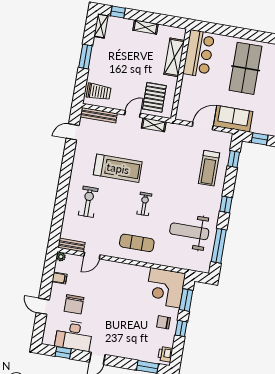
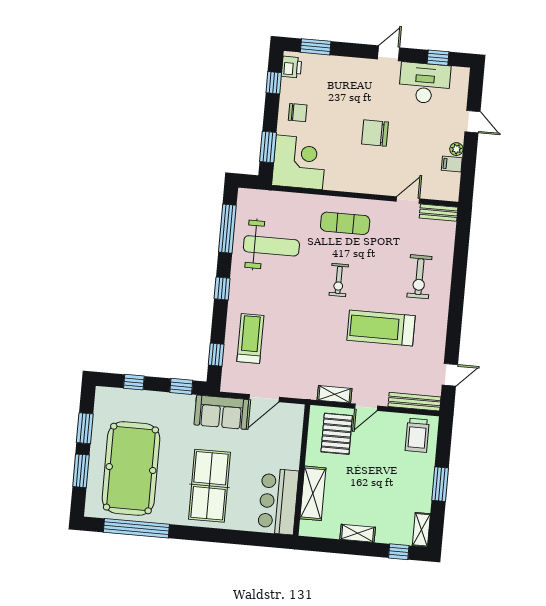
trolley: (99, 92) -> (417, 435), turned -90
plant: (61, 257) -> (456, 149), moved
chair: (74, 304) -> (375, 133), moved, turned -90
window: (181, 328) -> (274, 83), moved

